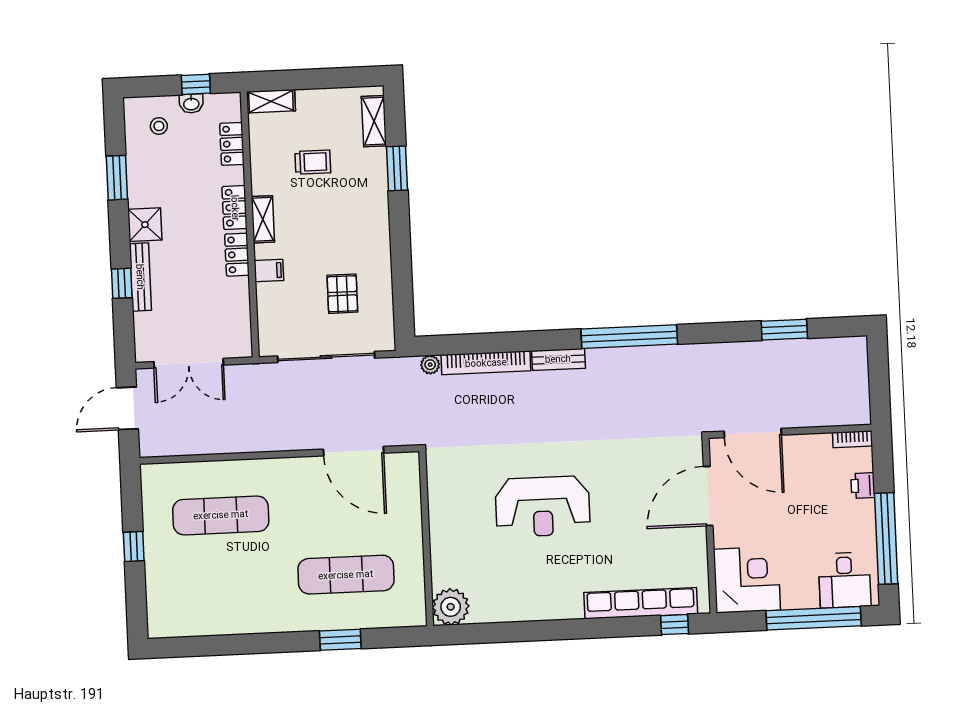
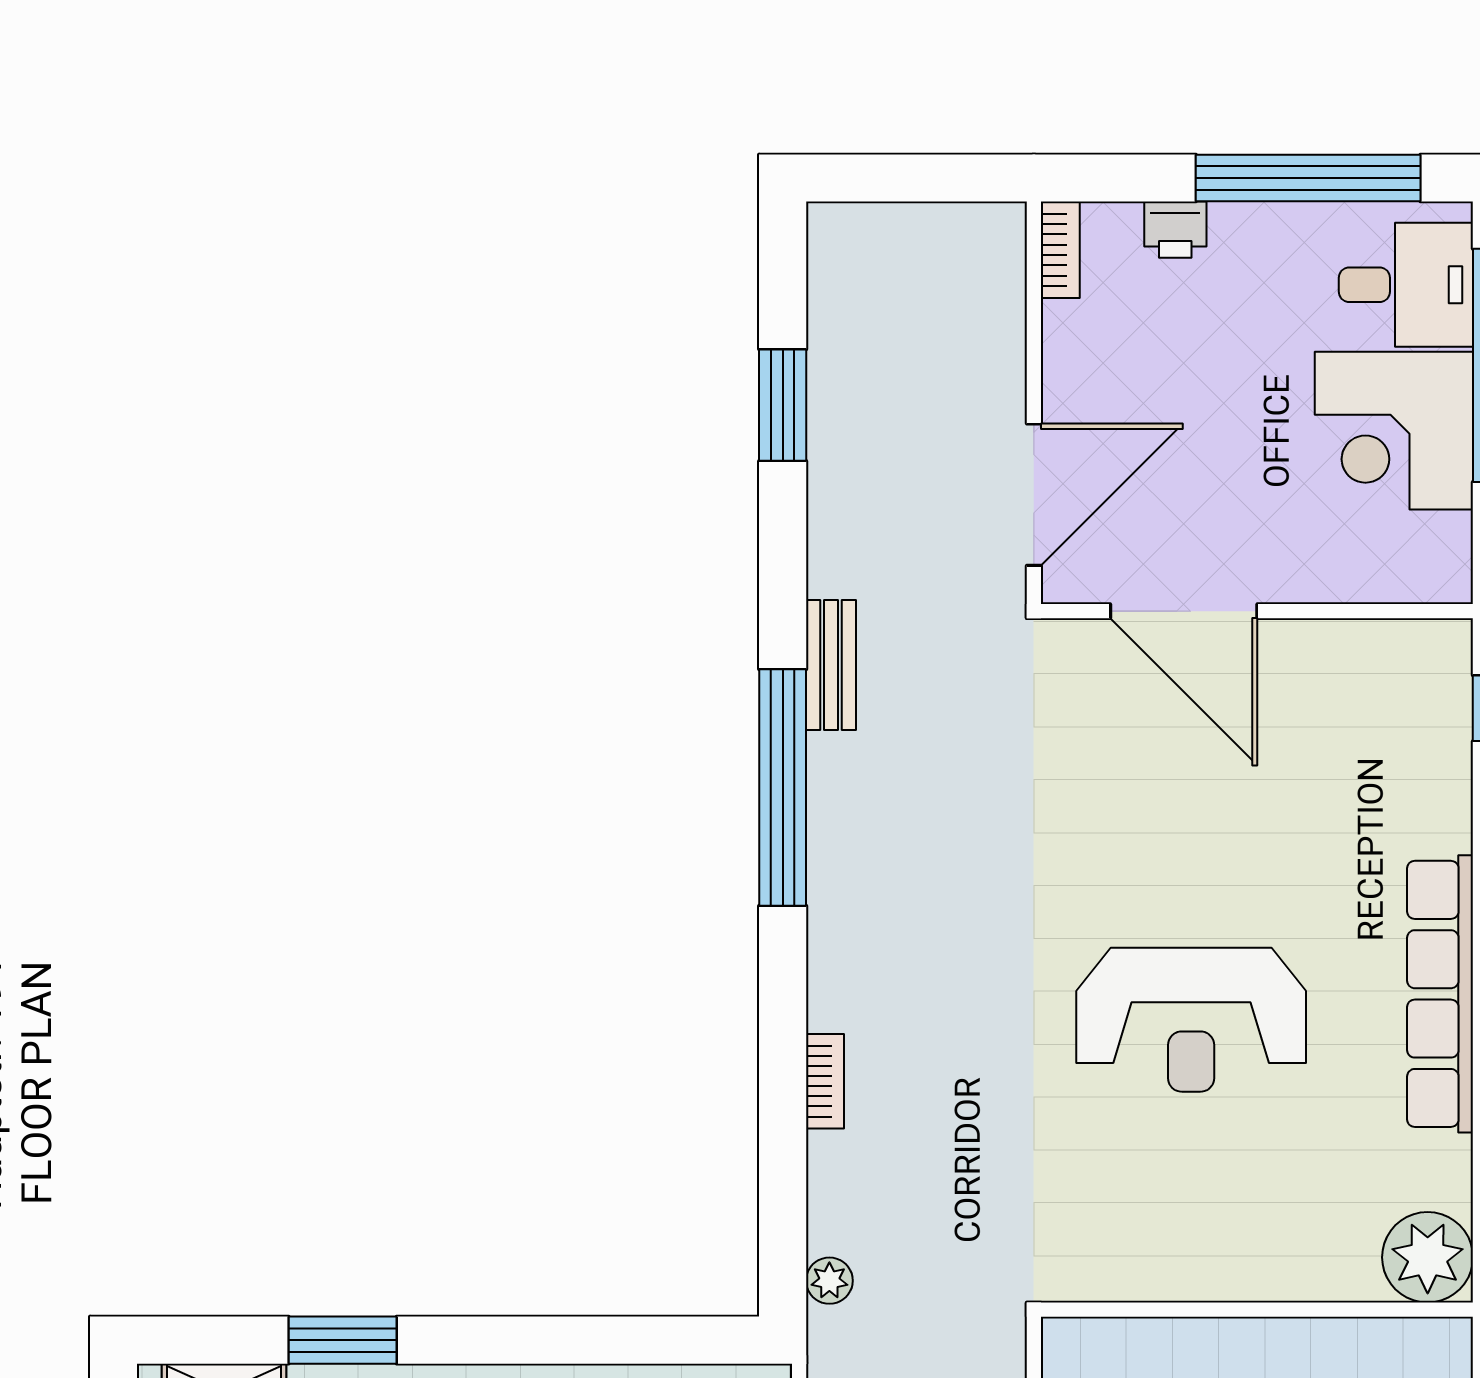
bench: (558, 359) -> (831, 665), moved
bookcase: (486, 363) -> (825, 1081), width x0.43, depth x0.76
reception desk: (543, 507) -> (1191, 1020), turned 90
corner desk: (747, 580) -> (1394, 431), moved, turned -90
row of seats: (641, 603) -> (1440, 994), moved

